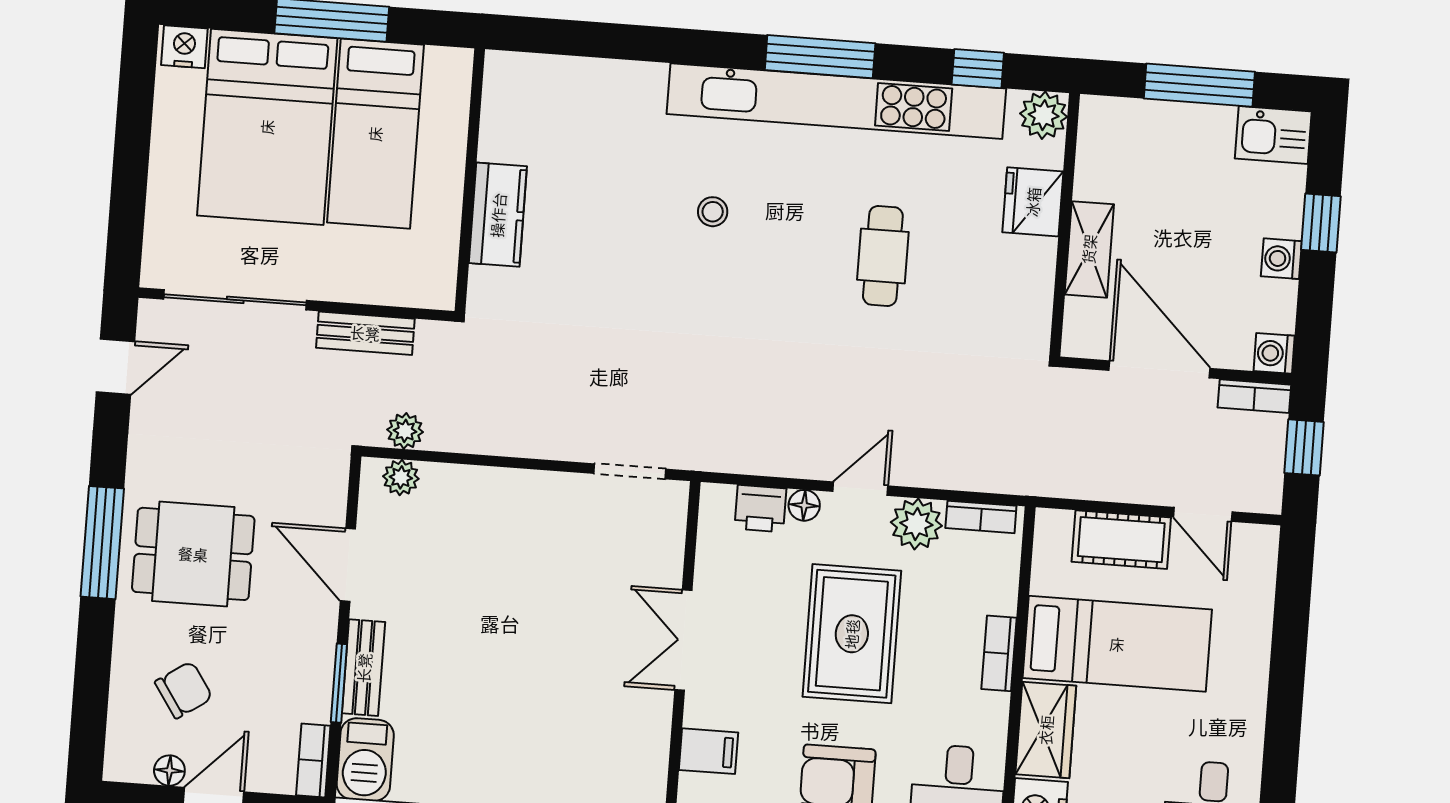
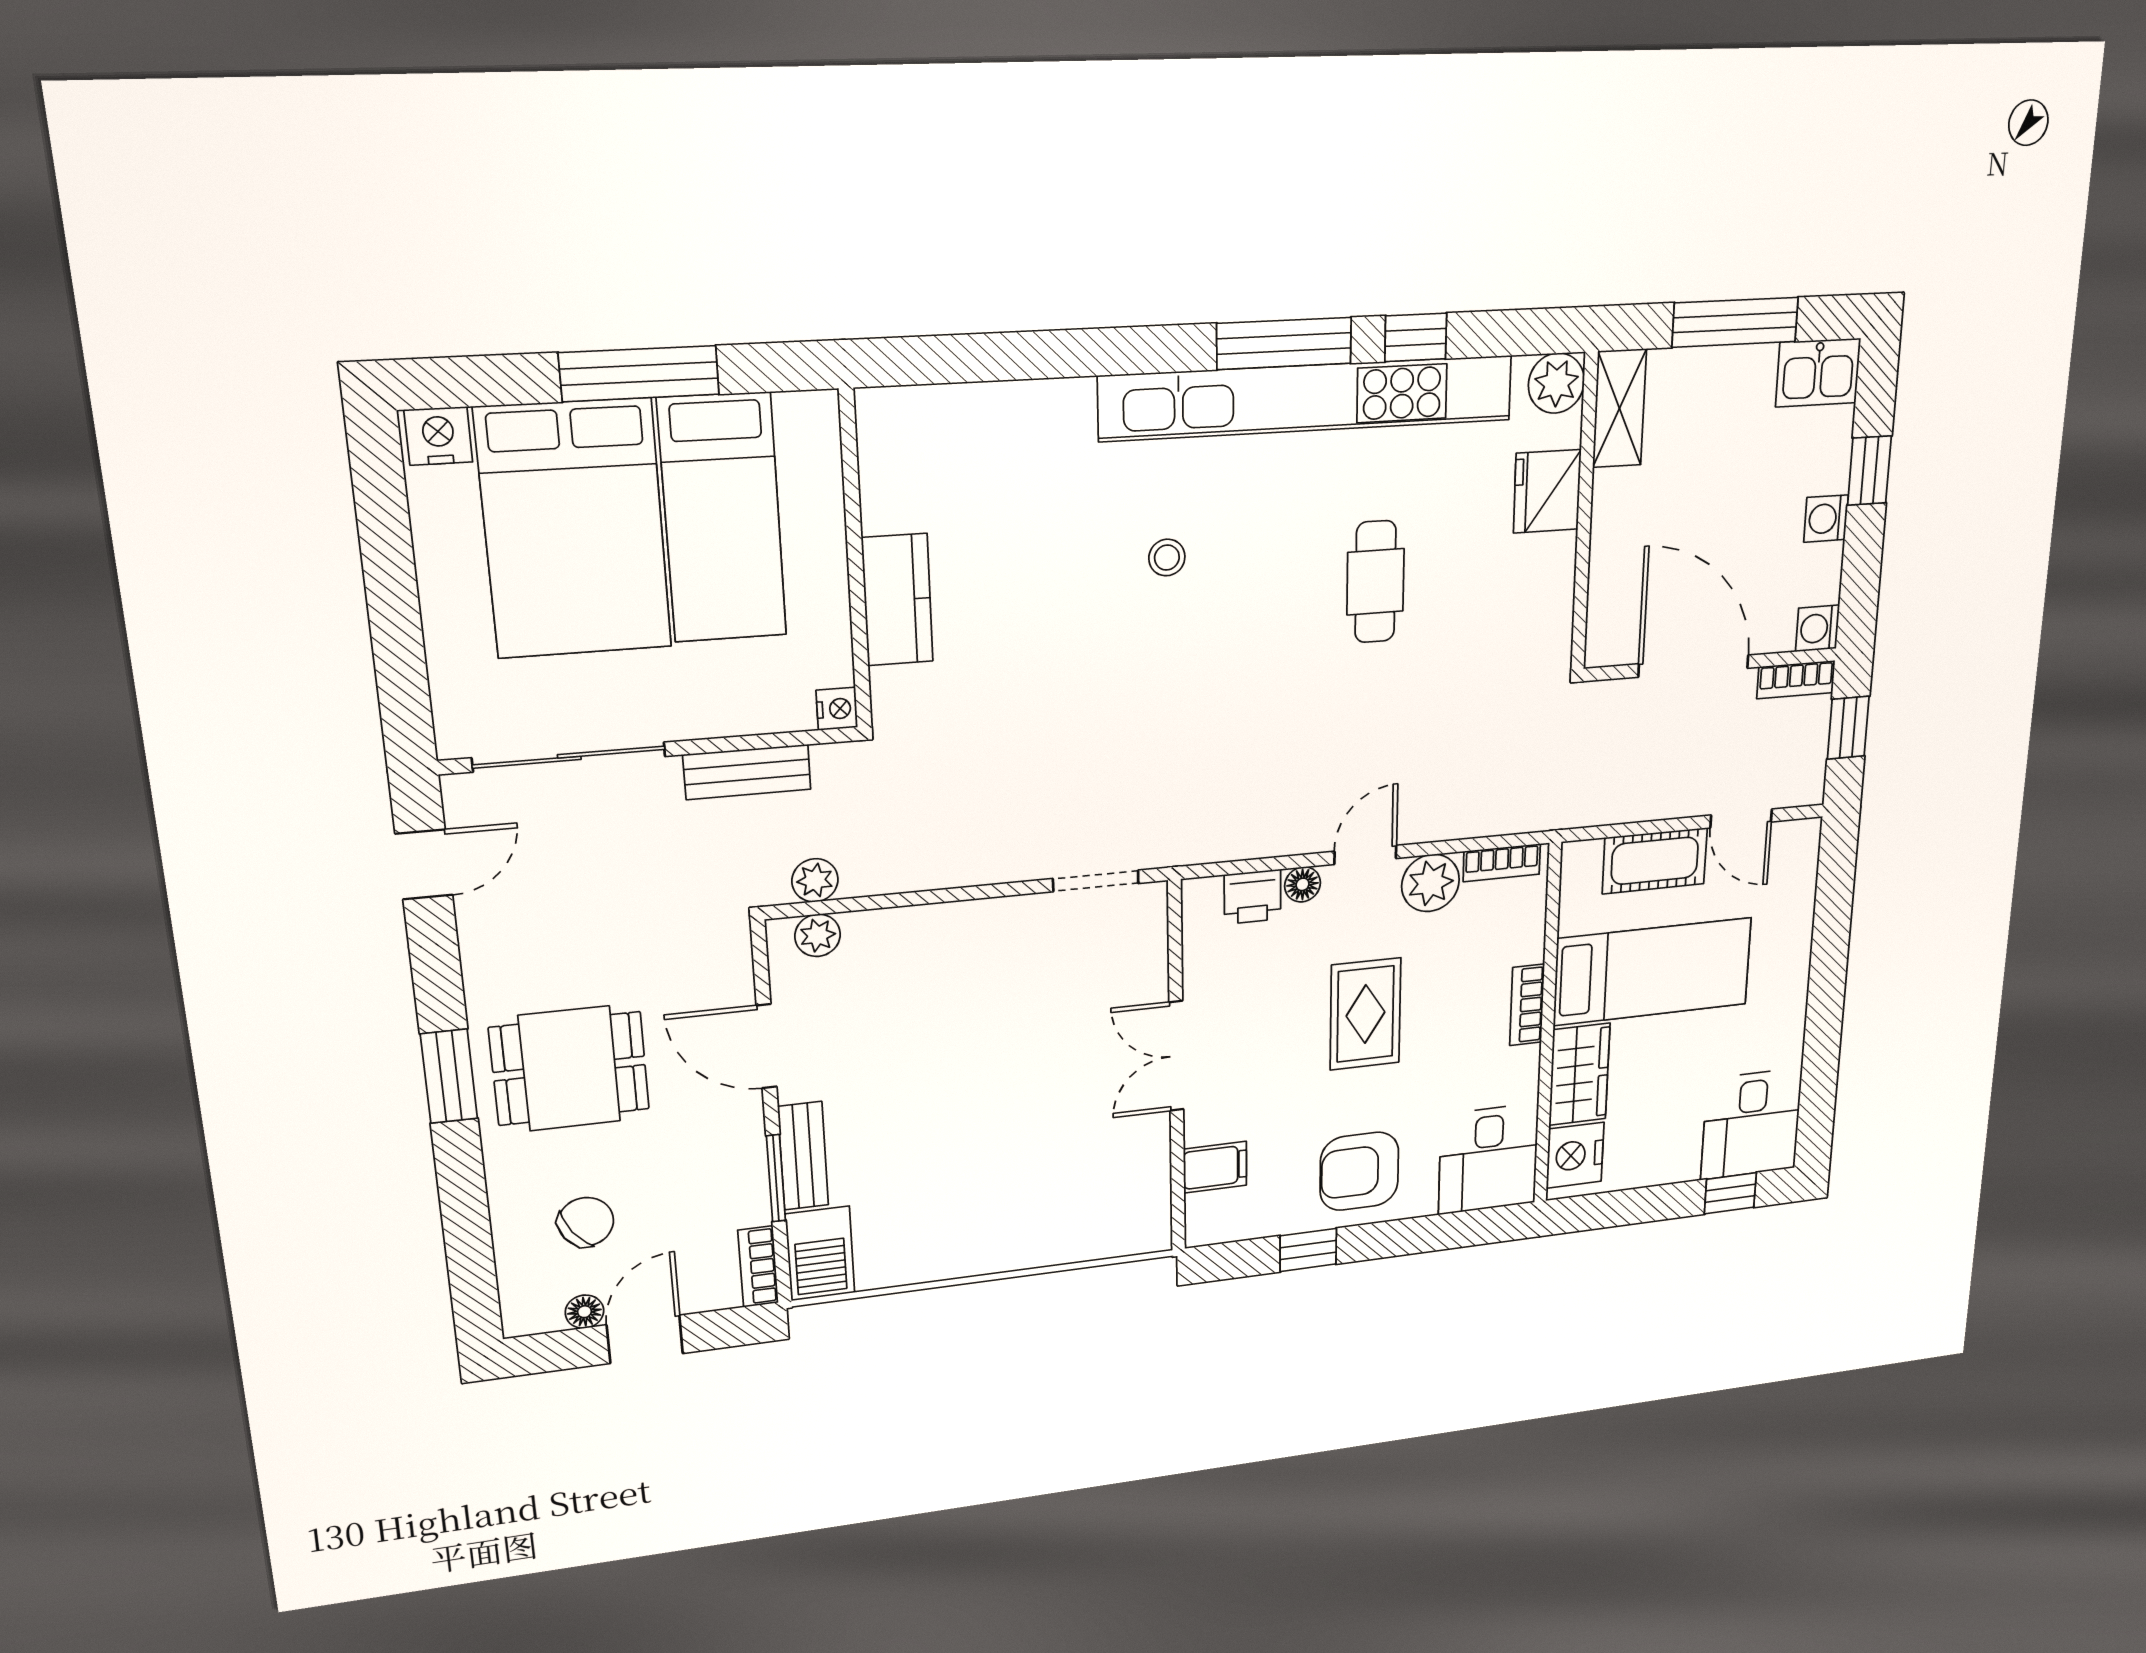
window: (978, 69) -> (1416, 337), moved
shelving: (1089, 249) -> (1620, 408), moved
nightstand: (441, 294) -> (837, 709), added
window: (102, 543) -> (449, 1076), width x0.69
rug: (852, 634) -> (1365, 1014), width x0.73, depth x0.70

